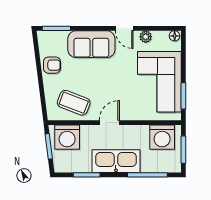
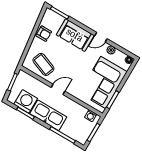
door: (124, 28) -> (101, 37), hinge flipped
washing machine: (67, 137) -> (26, 101), moved, turned 180
washing machine: (162, 137) -> (91, 116), width x0.53, depth x0.53

